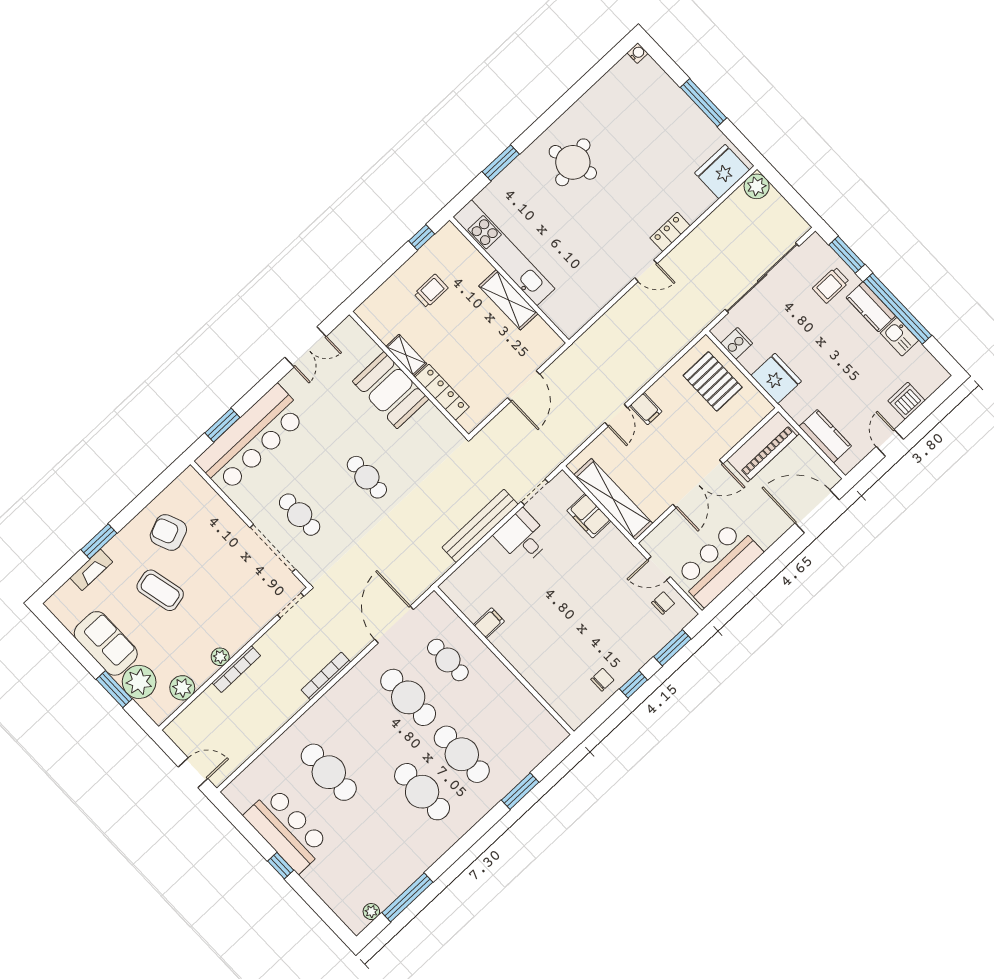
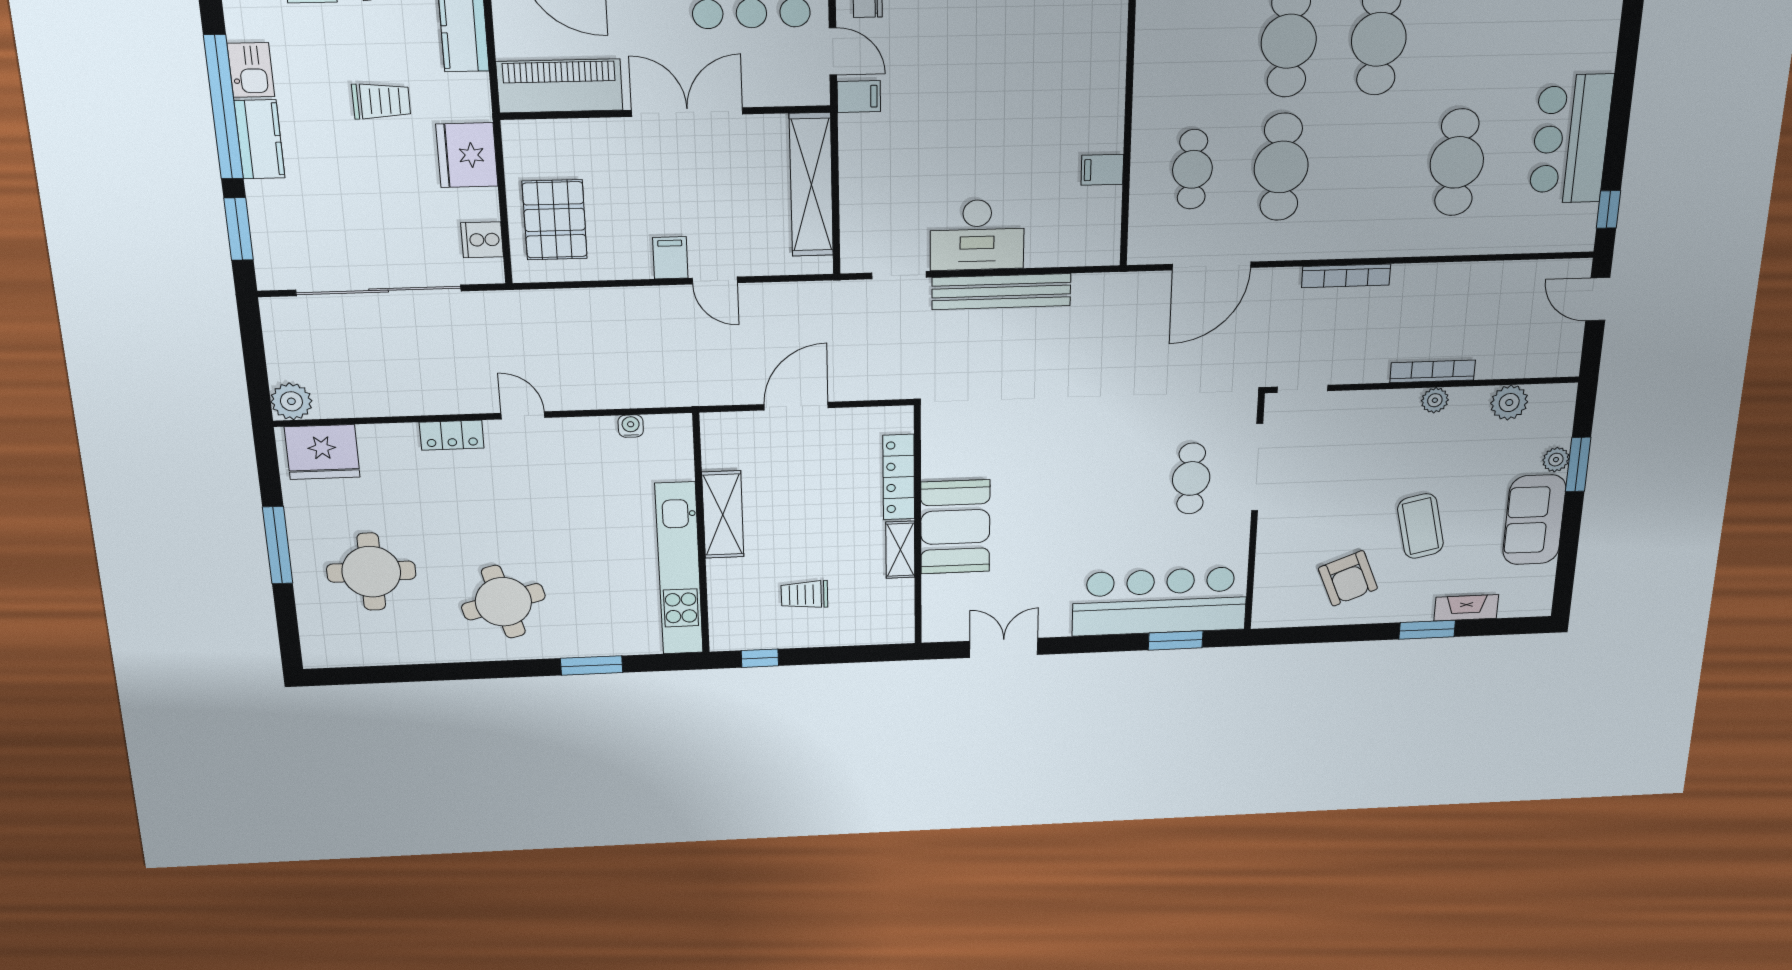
water cooler: (638, 53) -> (631, 426), moved, turned 90
round table: (649, 125) -> (371, 572), added
trolley: (831, 285) -> (381, 101), moved
door: (616, 415) -> (715, 281), swing flipped
cafe table: (367, 477) -> (1076, 456), removed
filing cabinet: (589, 516) -> (859, 97), moved, width x0.50
desk: (522, 537) -> (977, 235), width x1.37
plant: (139, 682) -> (1556, 460), width x0.53, depth x0.53
window: (281, 866) -> (1609, 209), moved

